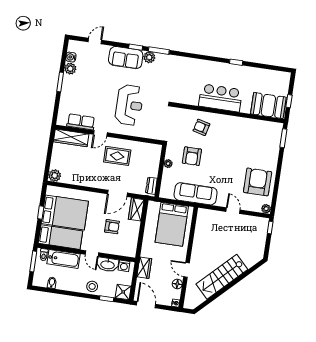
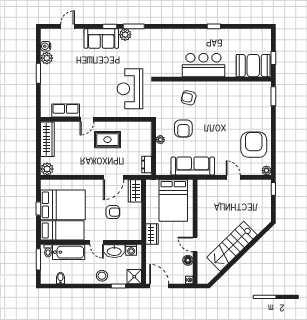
reception desk: (129, 105) -> (130, 89), moved, turned 180
wardrobe: (71, 138) -> (47, 139), moved, turned -90
wardrobe: (144, 268) -> (152, 234), moved

